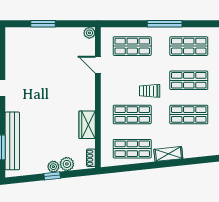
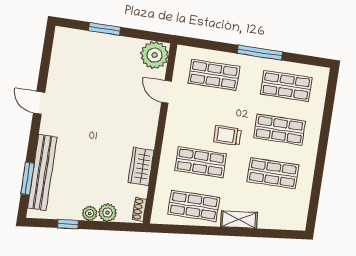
plant: (89, 33) -> (155, 55), width x1.87, depth x1.87
window: (52, 176) -> (68, 224), moved

